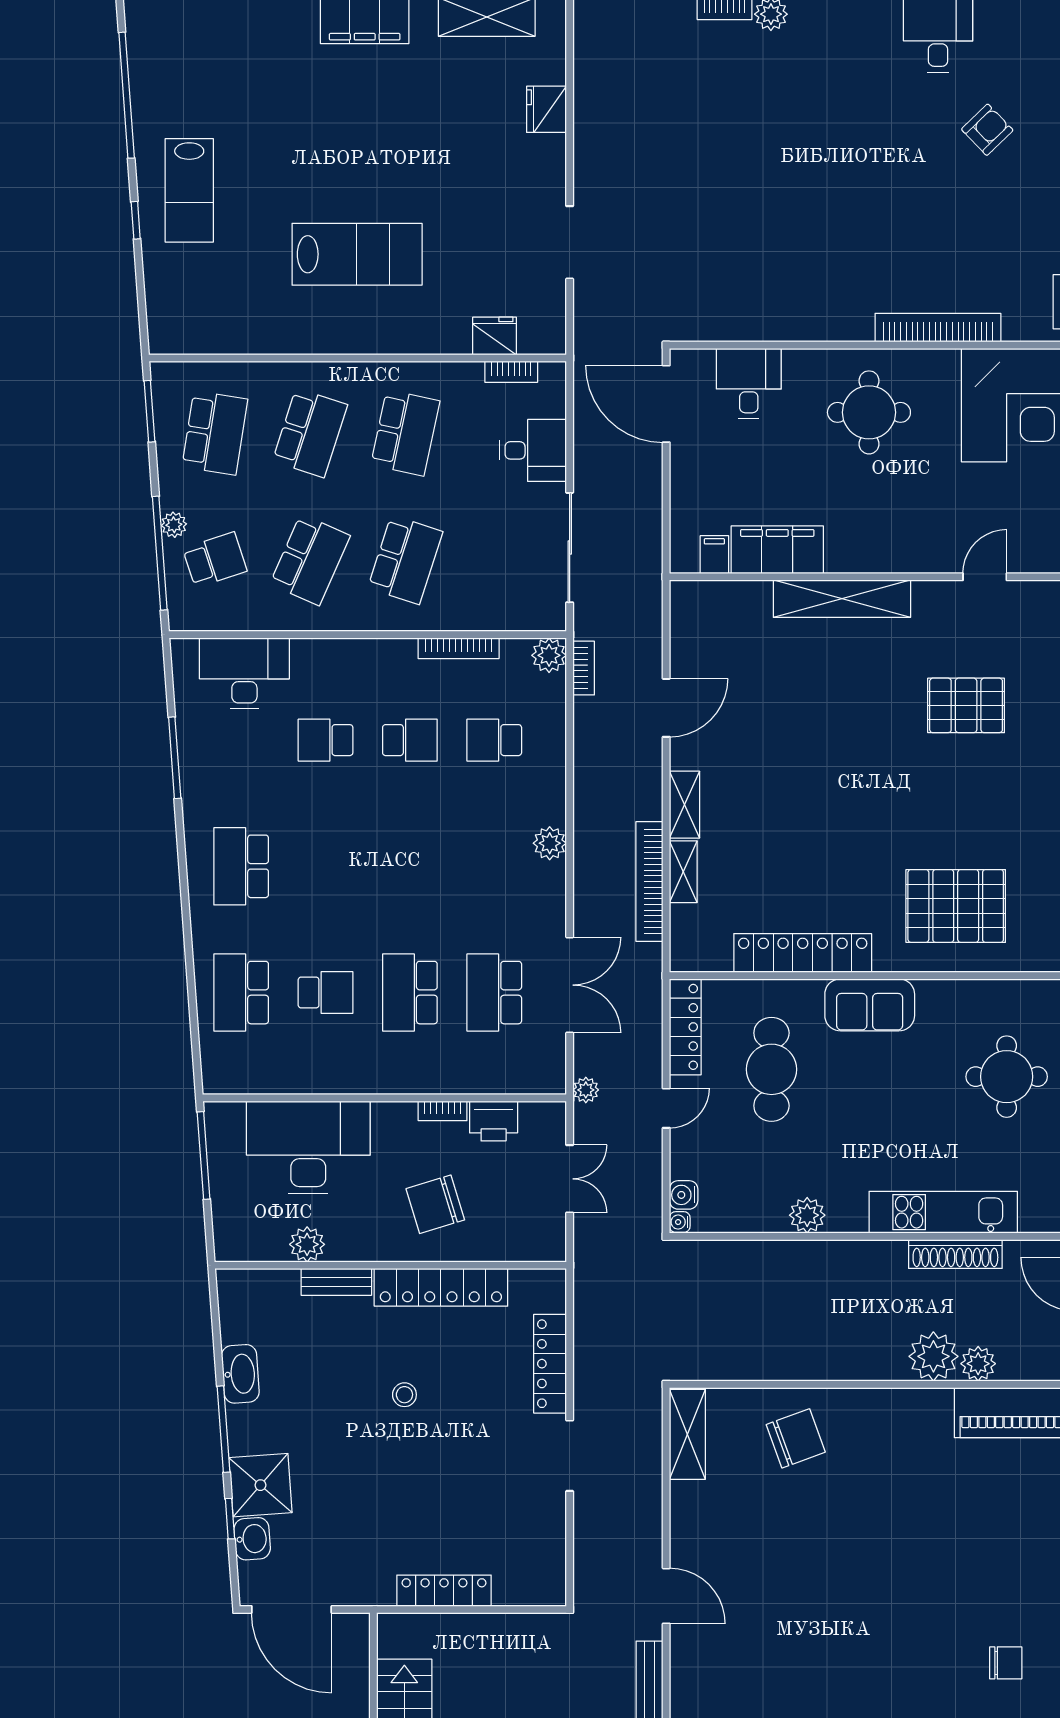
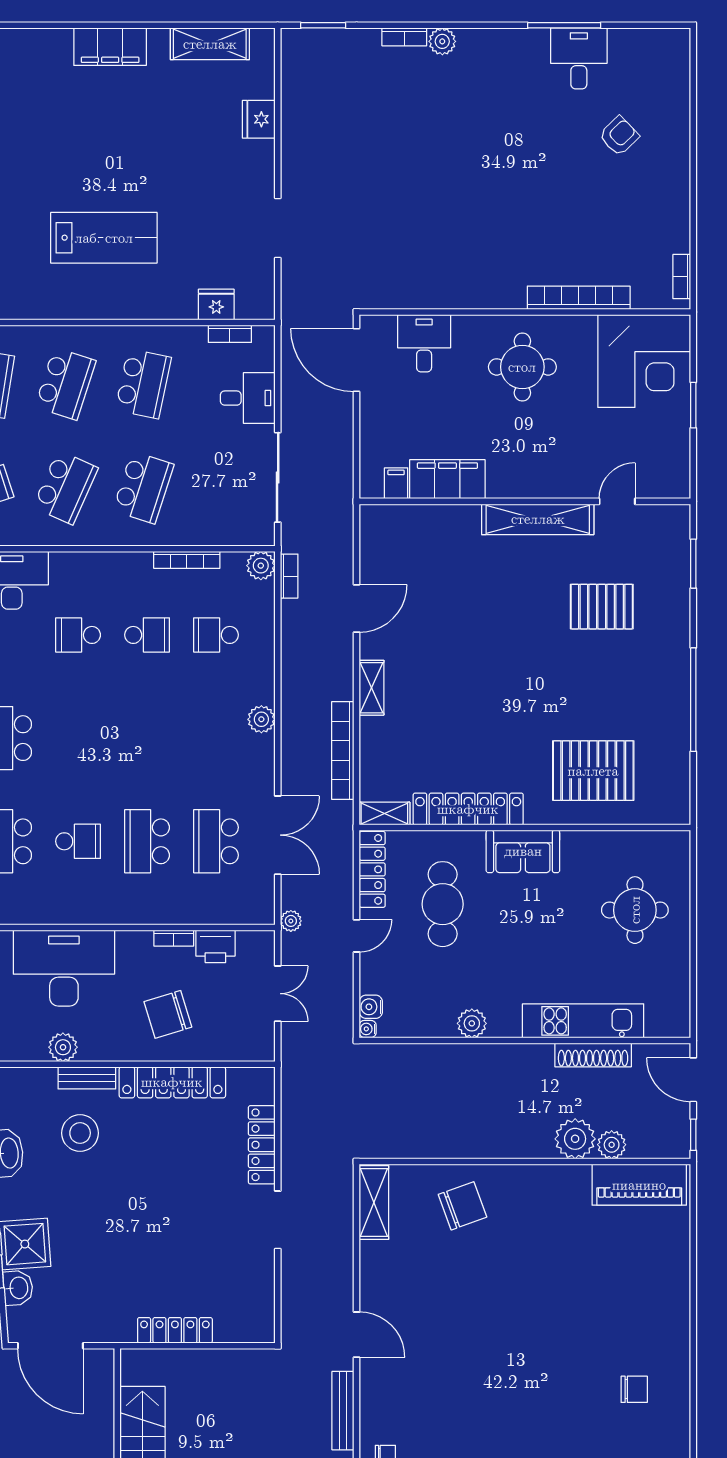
shelving: (842, 599) -> (538, 519), moved
shelving: (683, 872) -> (384, 814), moved, turned 90
stool: (404, 1395) -> (80, 1133), moved, width x1.89, depth x1.89

